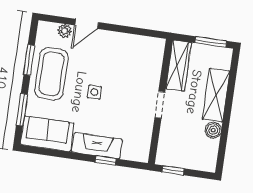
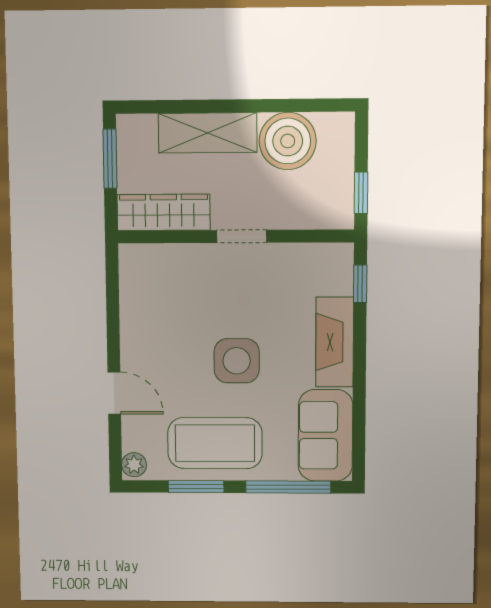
plant: (65, 31) -> (134, 465), moved
side table: (94, 92) -> (237, 361), width x1.87, depth x1.87
window: (22, 110) -> (288, 487), width x1.44
boiler: (213, 130) -> (288, 141), width x1.86, depth x1.86
window: (106, 160) -> (360, 284), moved

